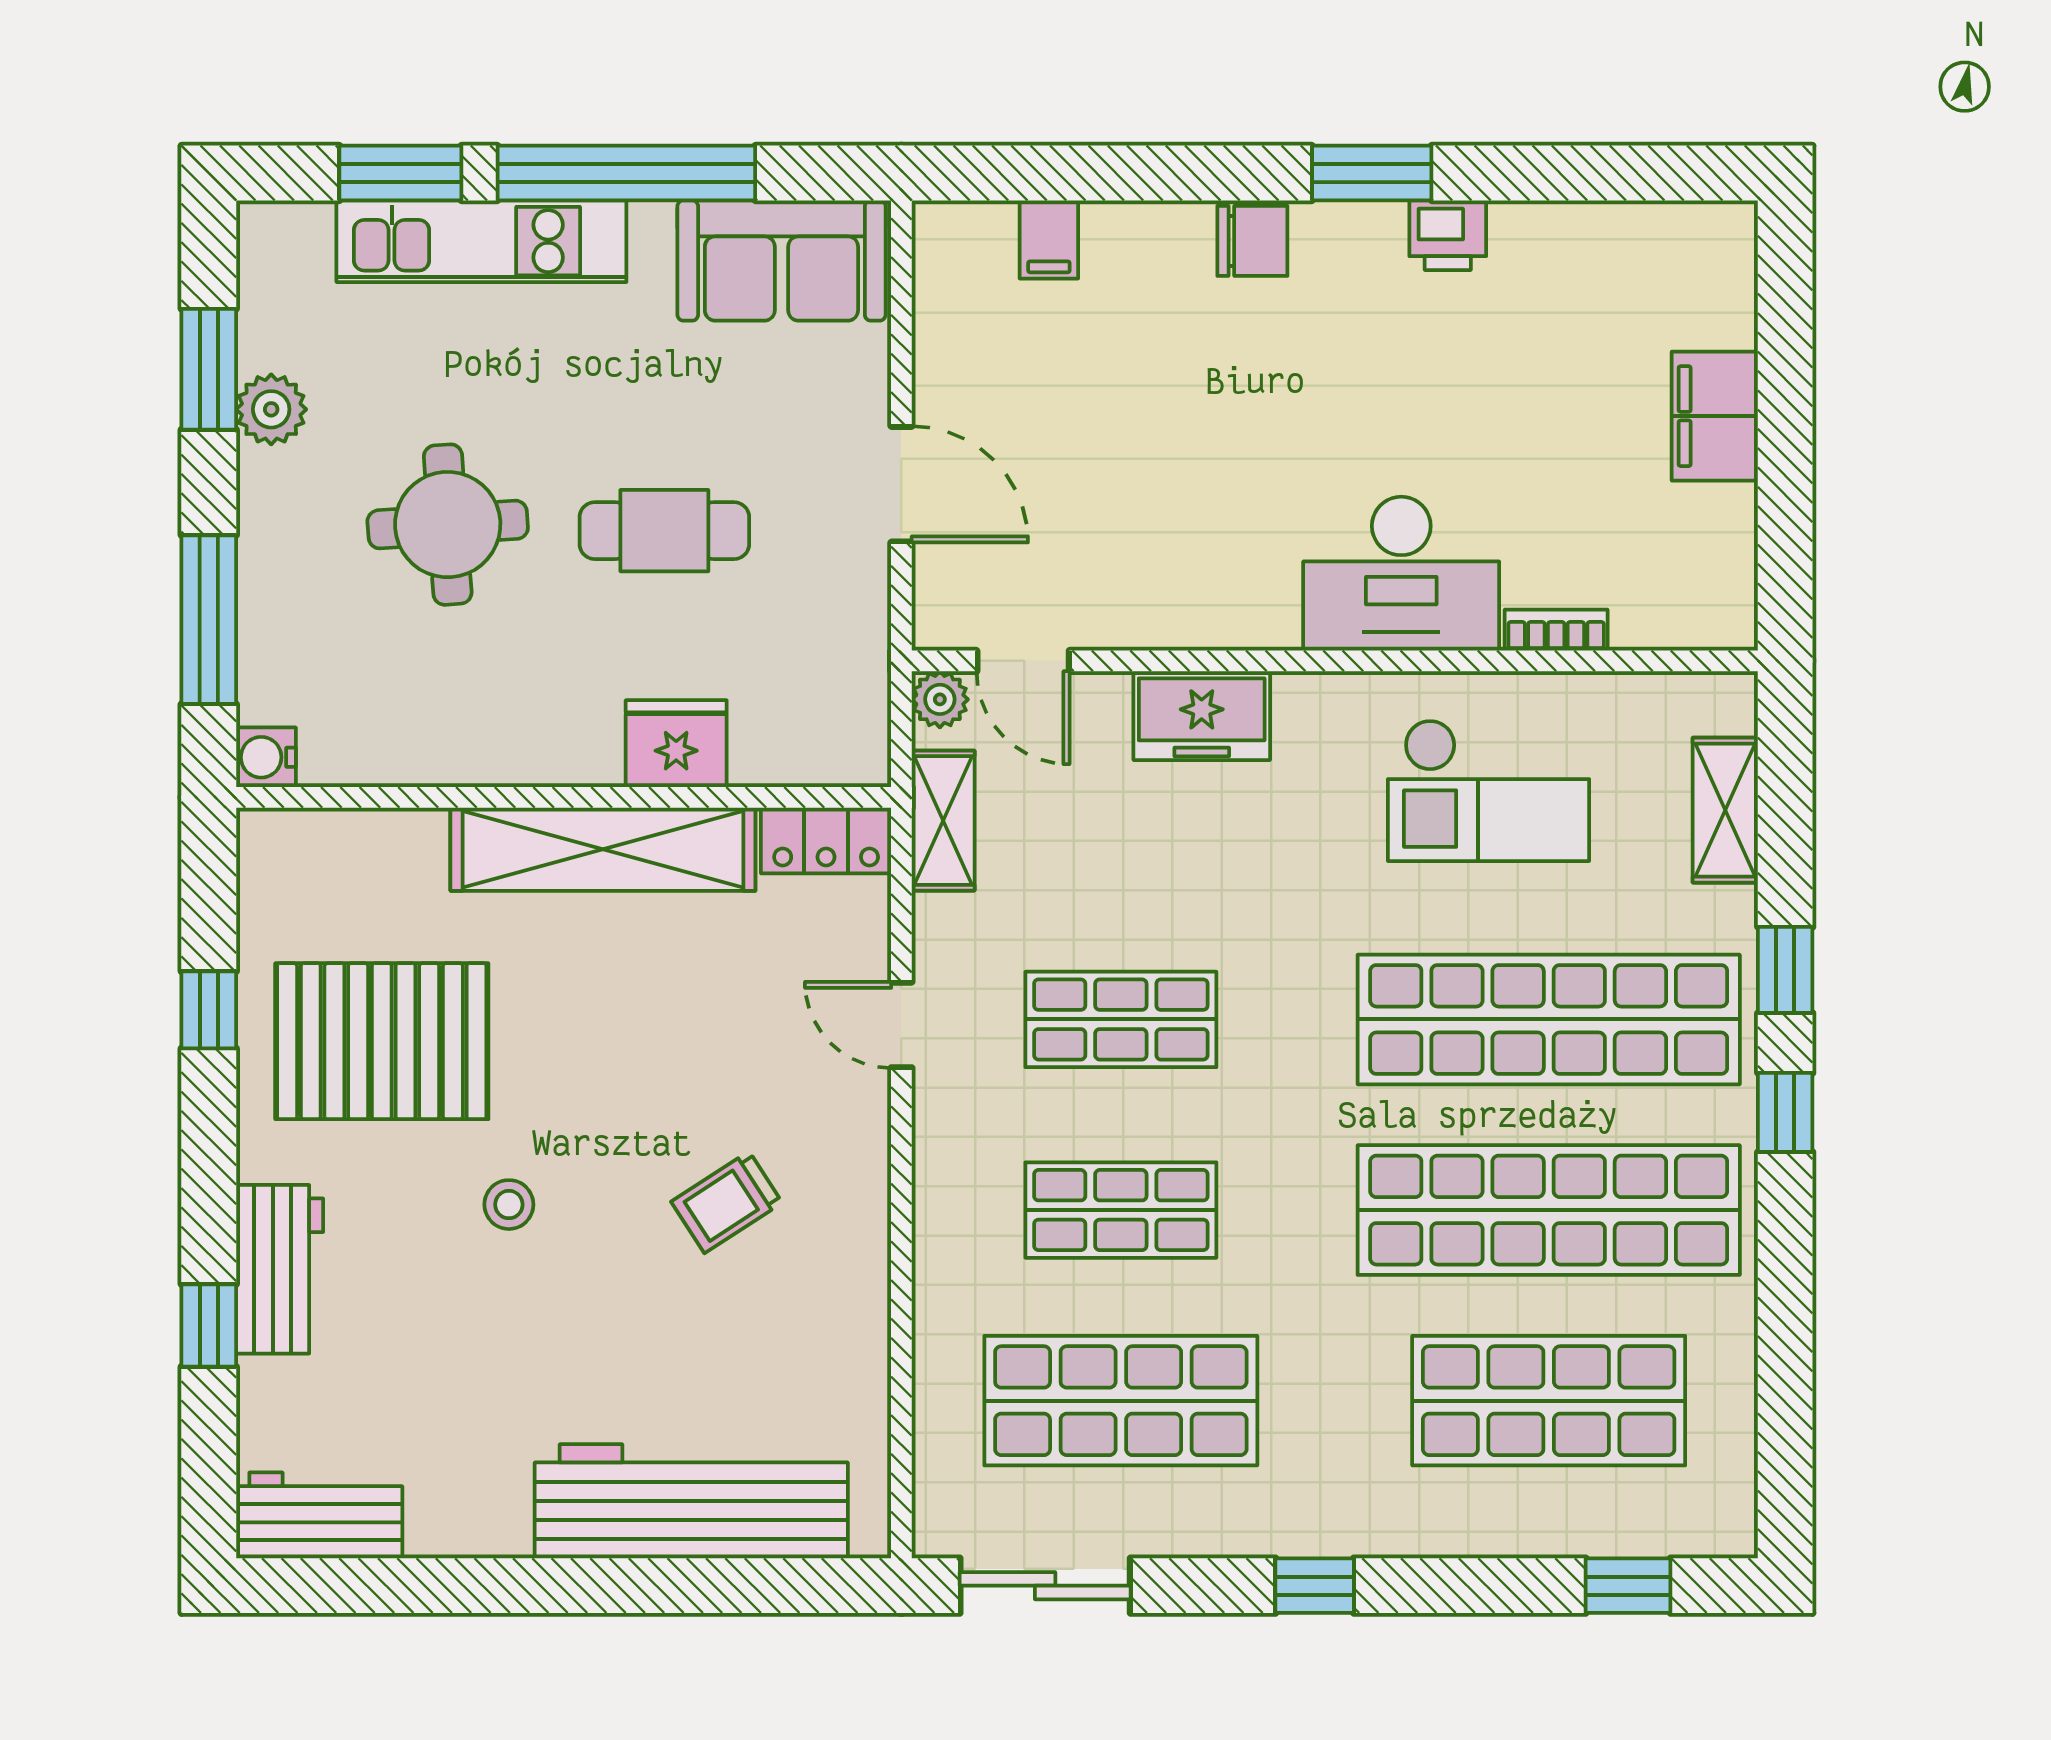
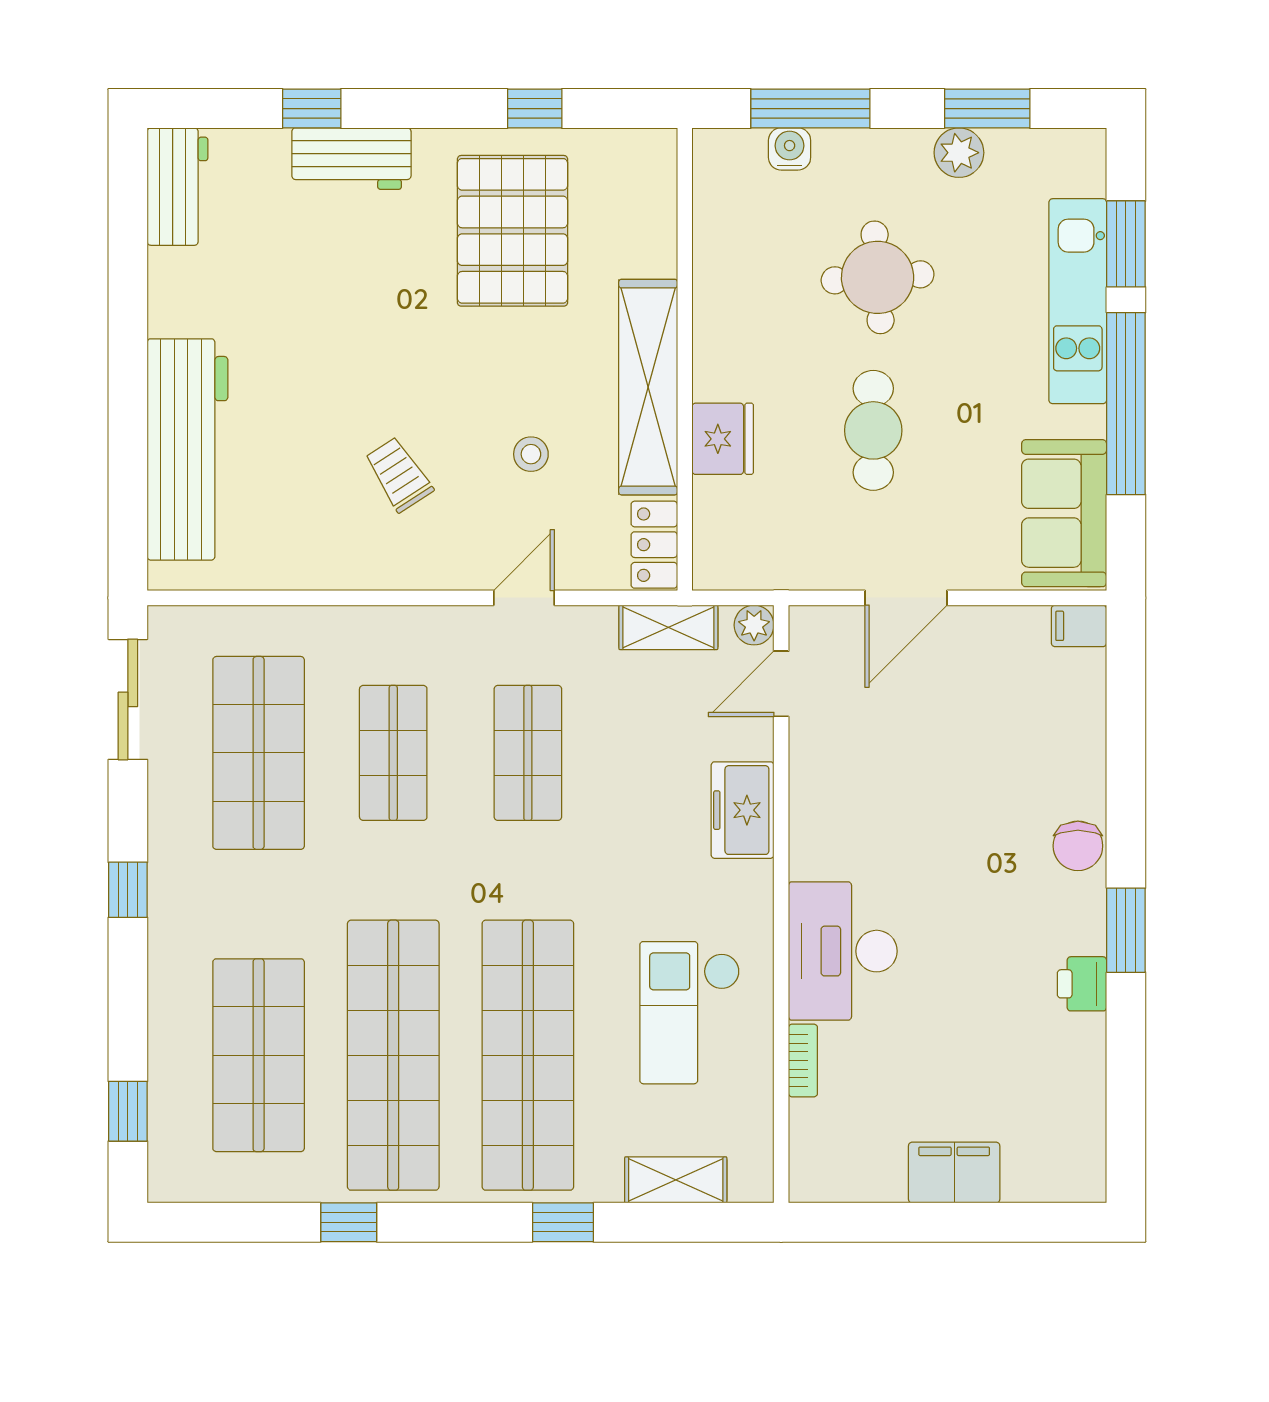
filing cabinet: (1049, 239) -> (1079, 626), moved
water cooler: (266, 757) -> (790, 149), moved
window: (1785, 1112) -> (349, 1222), moved
stool: (509, 1205) -> (531, 454), moved

